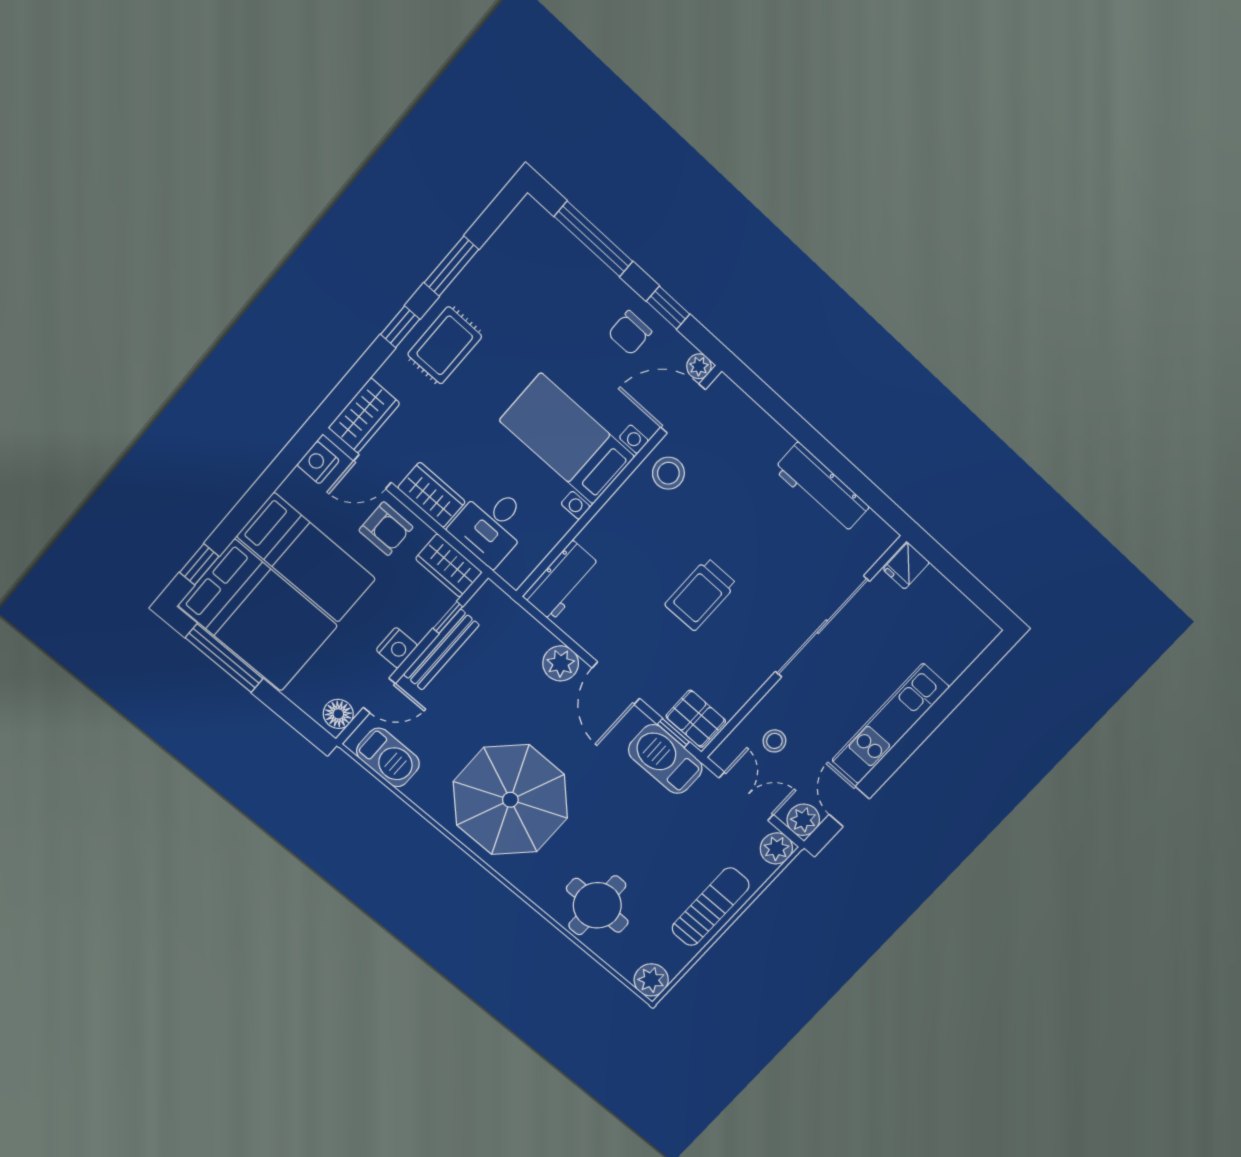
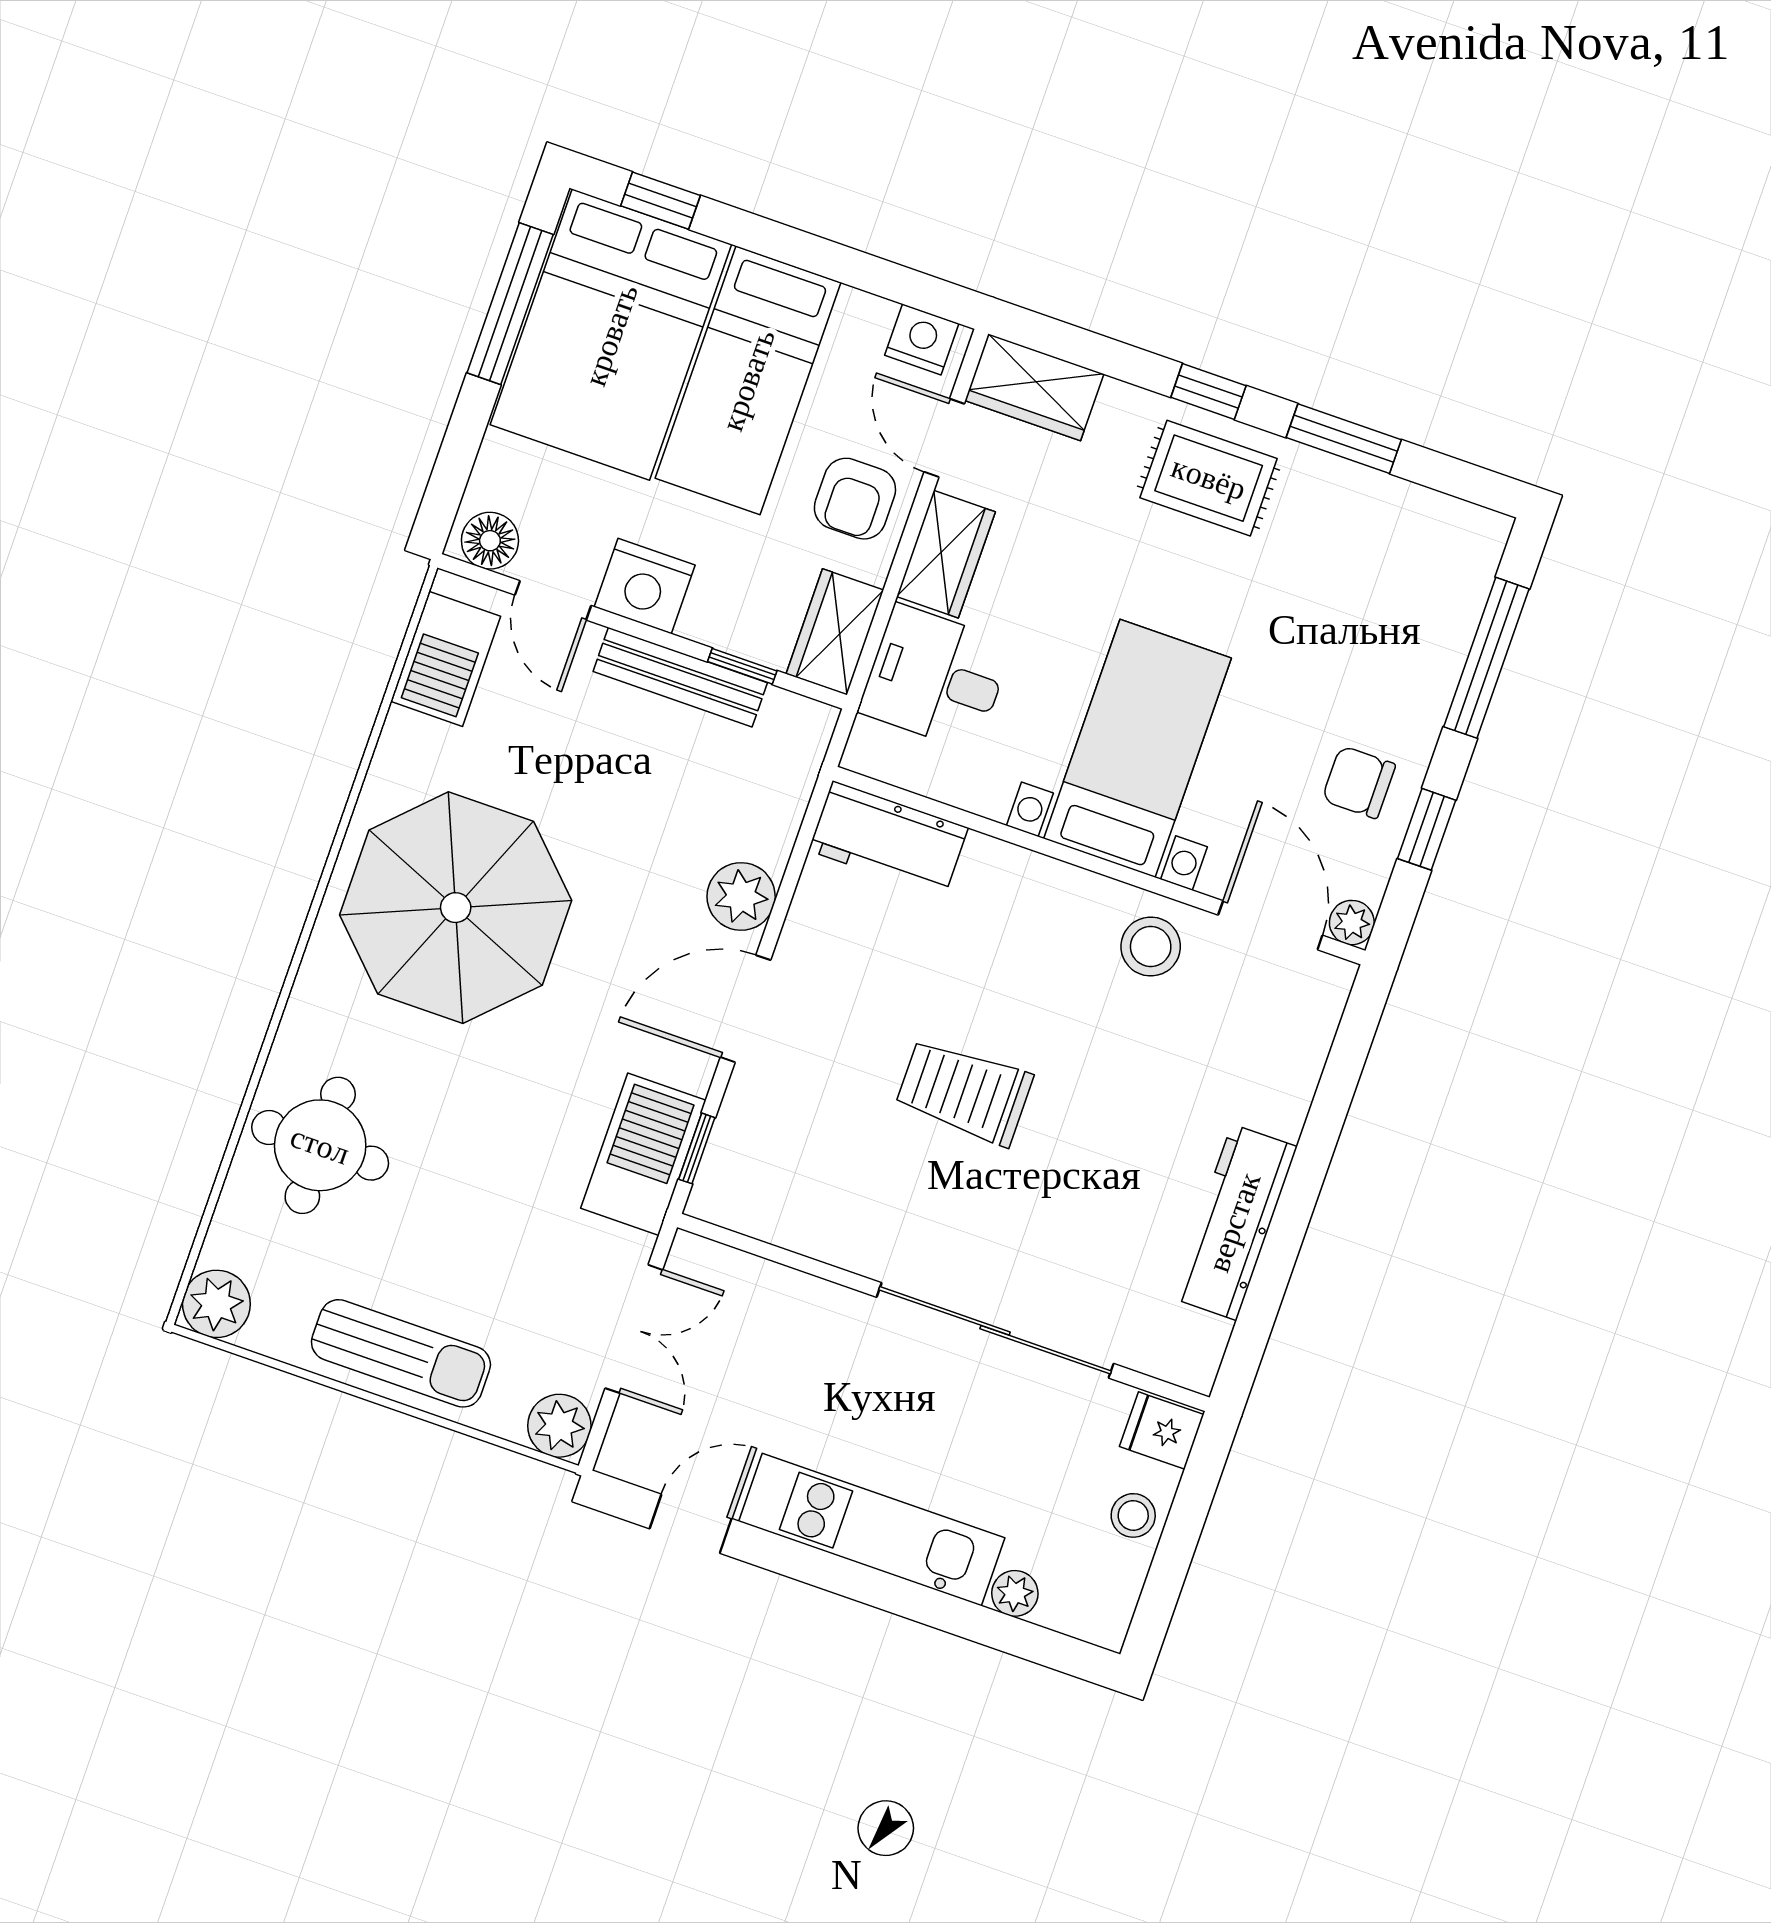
nightstand: (397, 648) -> (645, 586), width x1.36, depth x1.33
pallet: (696, 719) -> (739, 1178), removed
stool: (774, 741) -> (1133, 1515), moved
plant: (803, 820) -> (1015, 1593), moved, width x0.73, depth x0.73

